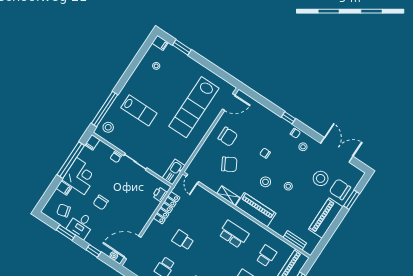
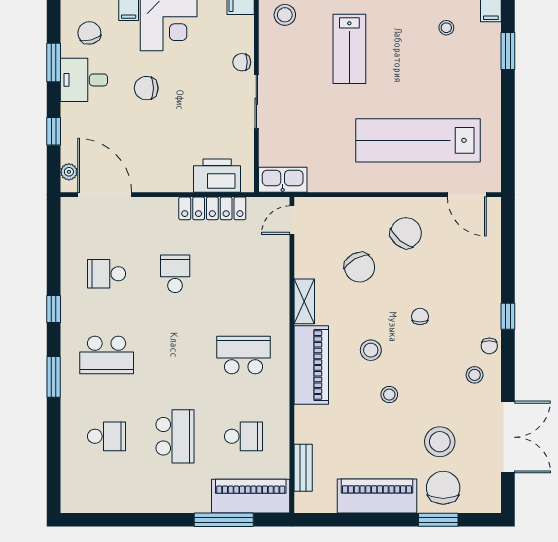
chair: (228, 137) -> (406, 233), turned -140
printer: (160, 194) -> (217, 176), width x1.87, depth x1.48
school desk: (234, 234) -> (243, 355), turned -90

